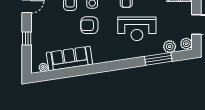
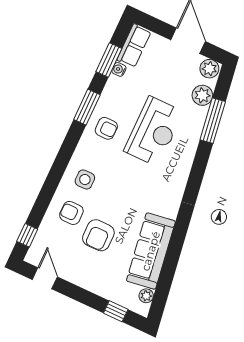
armchair: (89, 25) -> (98, 235), moved
window: (27, 39) -> (116, 311), moved

